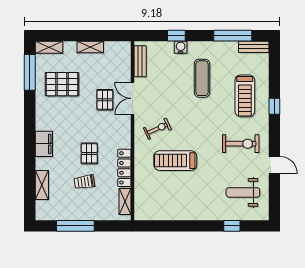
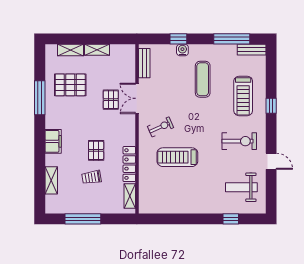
shelving: (49, 47) -> (71, 50), moved
window: (30, 72) -> (40, 98), moved

